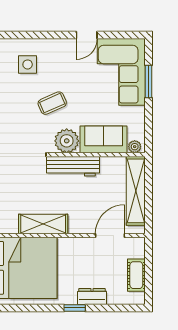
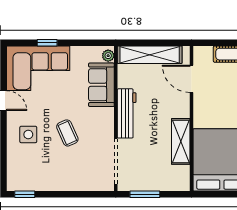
side table: (28, 64) -> (28, 134), moved
window: (148, 82) -> (47, 43), width x0.67
plant: (67, 141) -> (103, 119), removed

